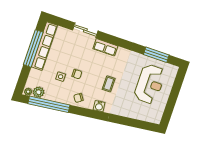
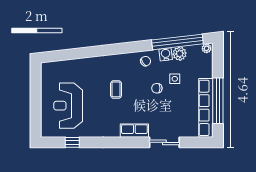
window: (156, 55) -> (72, 142), width x0.46
plant: (39, 92) -> (180, 54), moved
water cooler: (99, 106) -> (166, 54), moved

